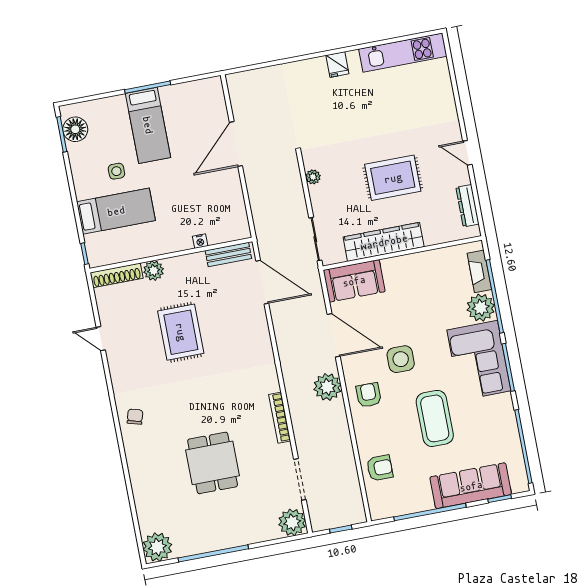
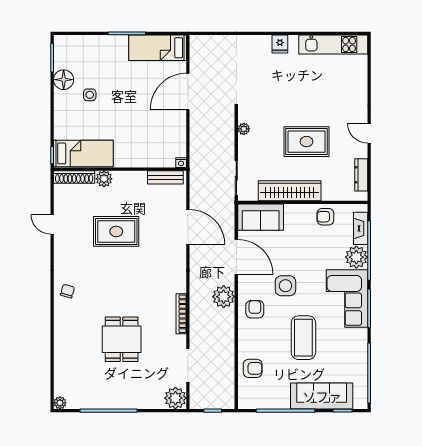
bed: (148, 125) -> (158, 48), moved, turned 90
floor lamp: (75, 129) -> (64, 80), moved
bed: (116, 211) -> (83, 153), moved
nightstand: (200, 241) -> (181, 163), moved
armchair: (433, 265) -> (325, 217), added
door: (262, 282) -> (188, 227), moved
rug: (181, 332) -> (116, 231), turned 90
plant: (157, 547) -> (60, 403), width x0.53, depth x0.53

